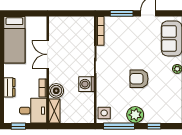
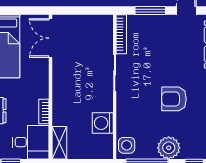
double door: (48, 54) -> (50, 38), moved
washing machine: (86, 84) -> (103, 123), moved
boiler: (56, 91) -> (62, 115), removed

